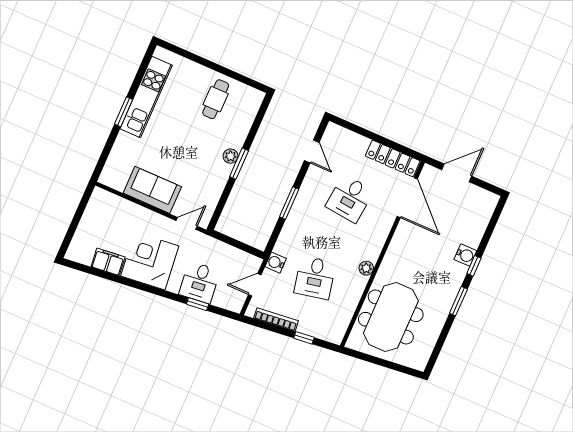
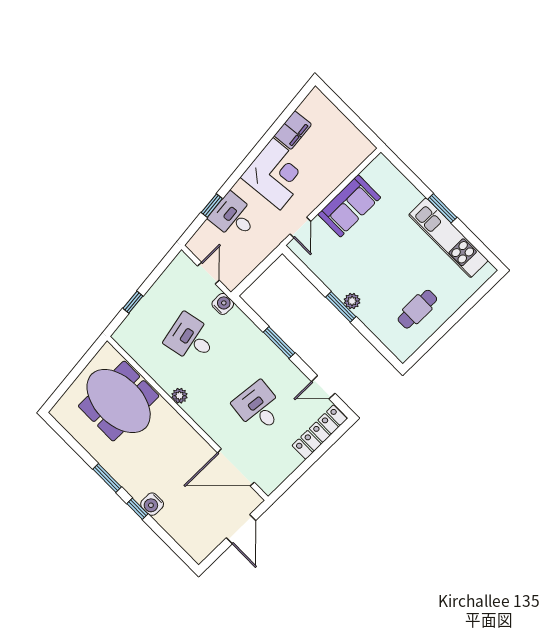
cafe table: (216, 99) -> (417, 309), turned 90
locker: (393, 158) -> (320, 432), moved
bookcase: (276, 319) -> (163, 281), removed

